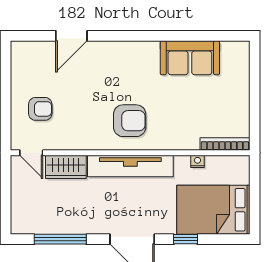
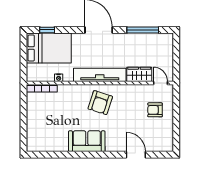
door: (71, 36) -> (136, 155), hinge flipped
sofa: (190, 58) -> (87, 141), moved
armchair: (130, 121) -> (100, 103), turned -72
window: (186, 239) -> (47, 30), moved

